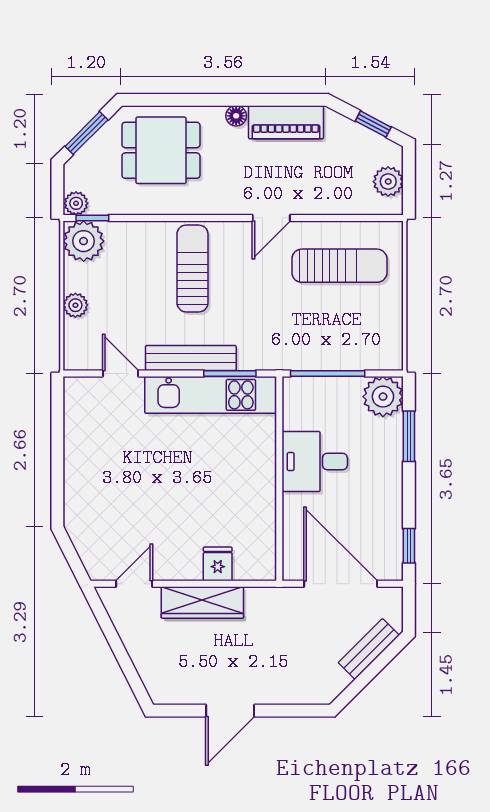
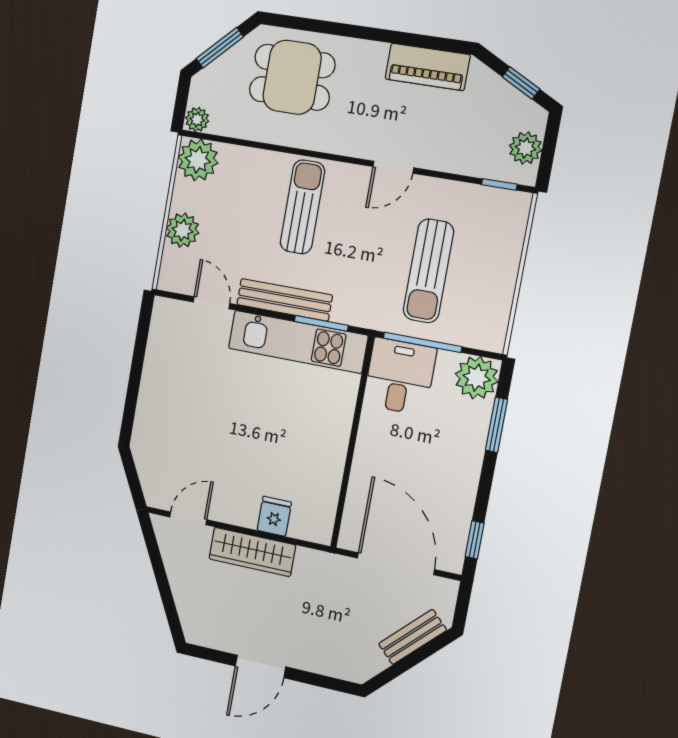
floor lamp: (236, 116) -> (376, 52), removed
window: (92, 218) -> (499, 184), moved
sun lounger: (339, 266) -> (428, 271), moved, turned 90
plant: (75, 305) -> (182, 230), width x1.38, depth x1.38
desk: (315, 462) -> (400, 376), moved, turned 90

